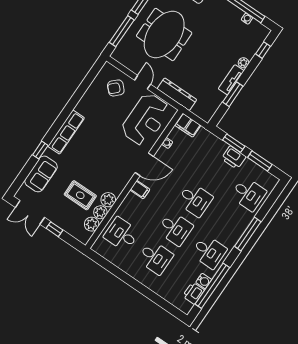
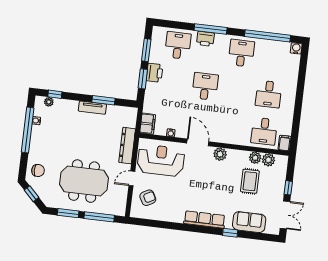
plant: (243, 63) -> (49, 102), moved
armchair: (116, 88) -> (148, 198), turned -73
filing cabinet: (140, 190) -> (284, 143), moved
plant: (108, 200) -> (220, 154), moved
desk: (175, 229) -> (237, 90), removed
desk: (155, 257) -> (269, 94), turned 180
water cooler: (204, 281) -> (296, 48), moved
printer: (193, 293) -> (205, 39), moved

